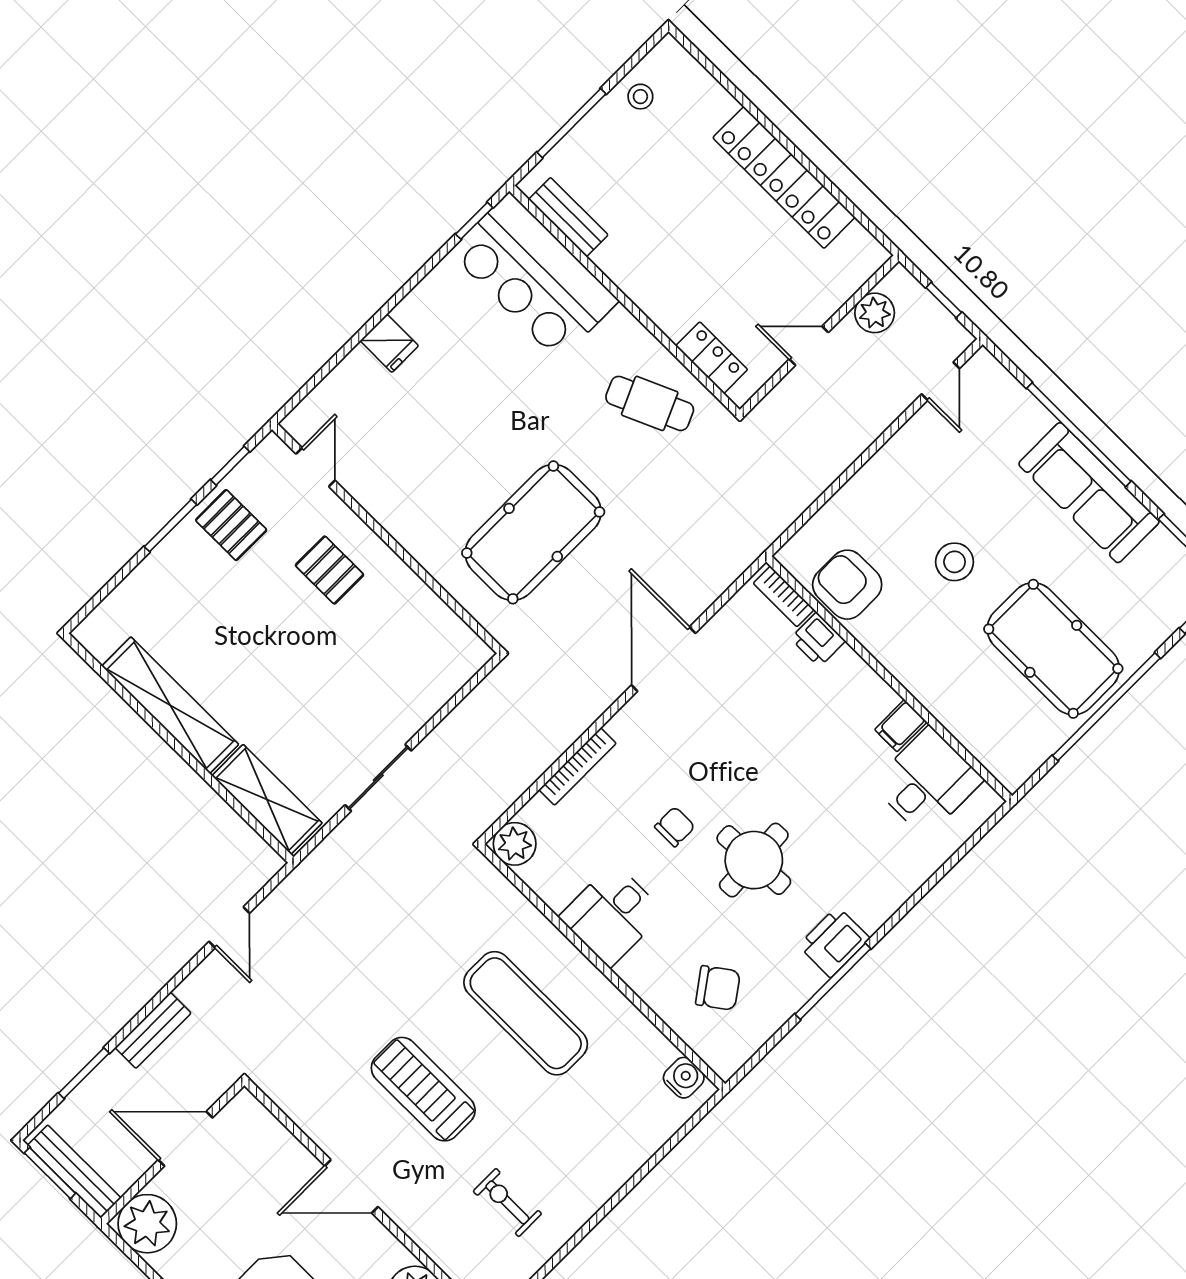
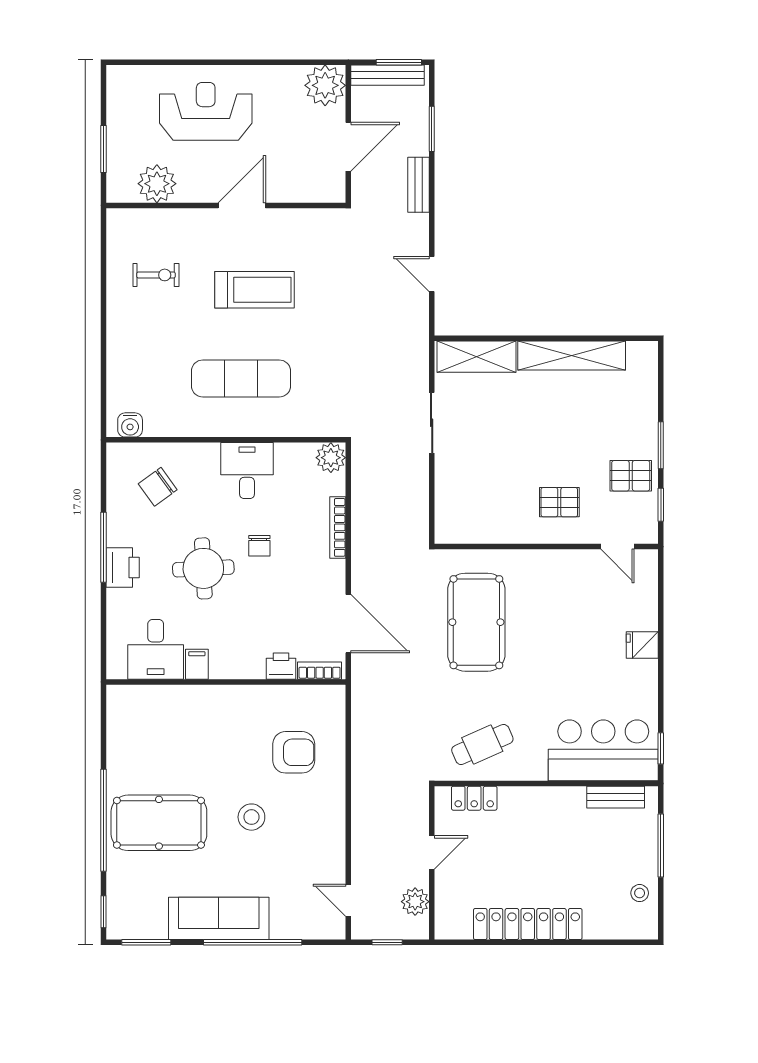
bookcase: (784, 596) -> (320, 671), moved
printer: (818, 640) -> (281, 666), moved
wall: (889, 679) -> (226, 682), moved
filing cabinet: (901, 726) -> (197, 664), moved
desk: (927, 782) -> (156, 649), moved

